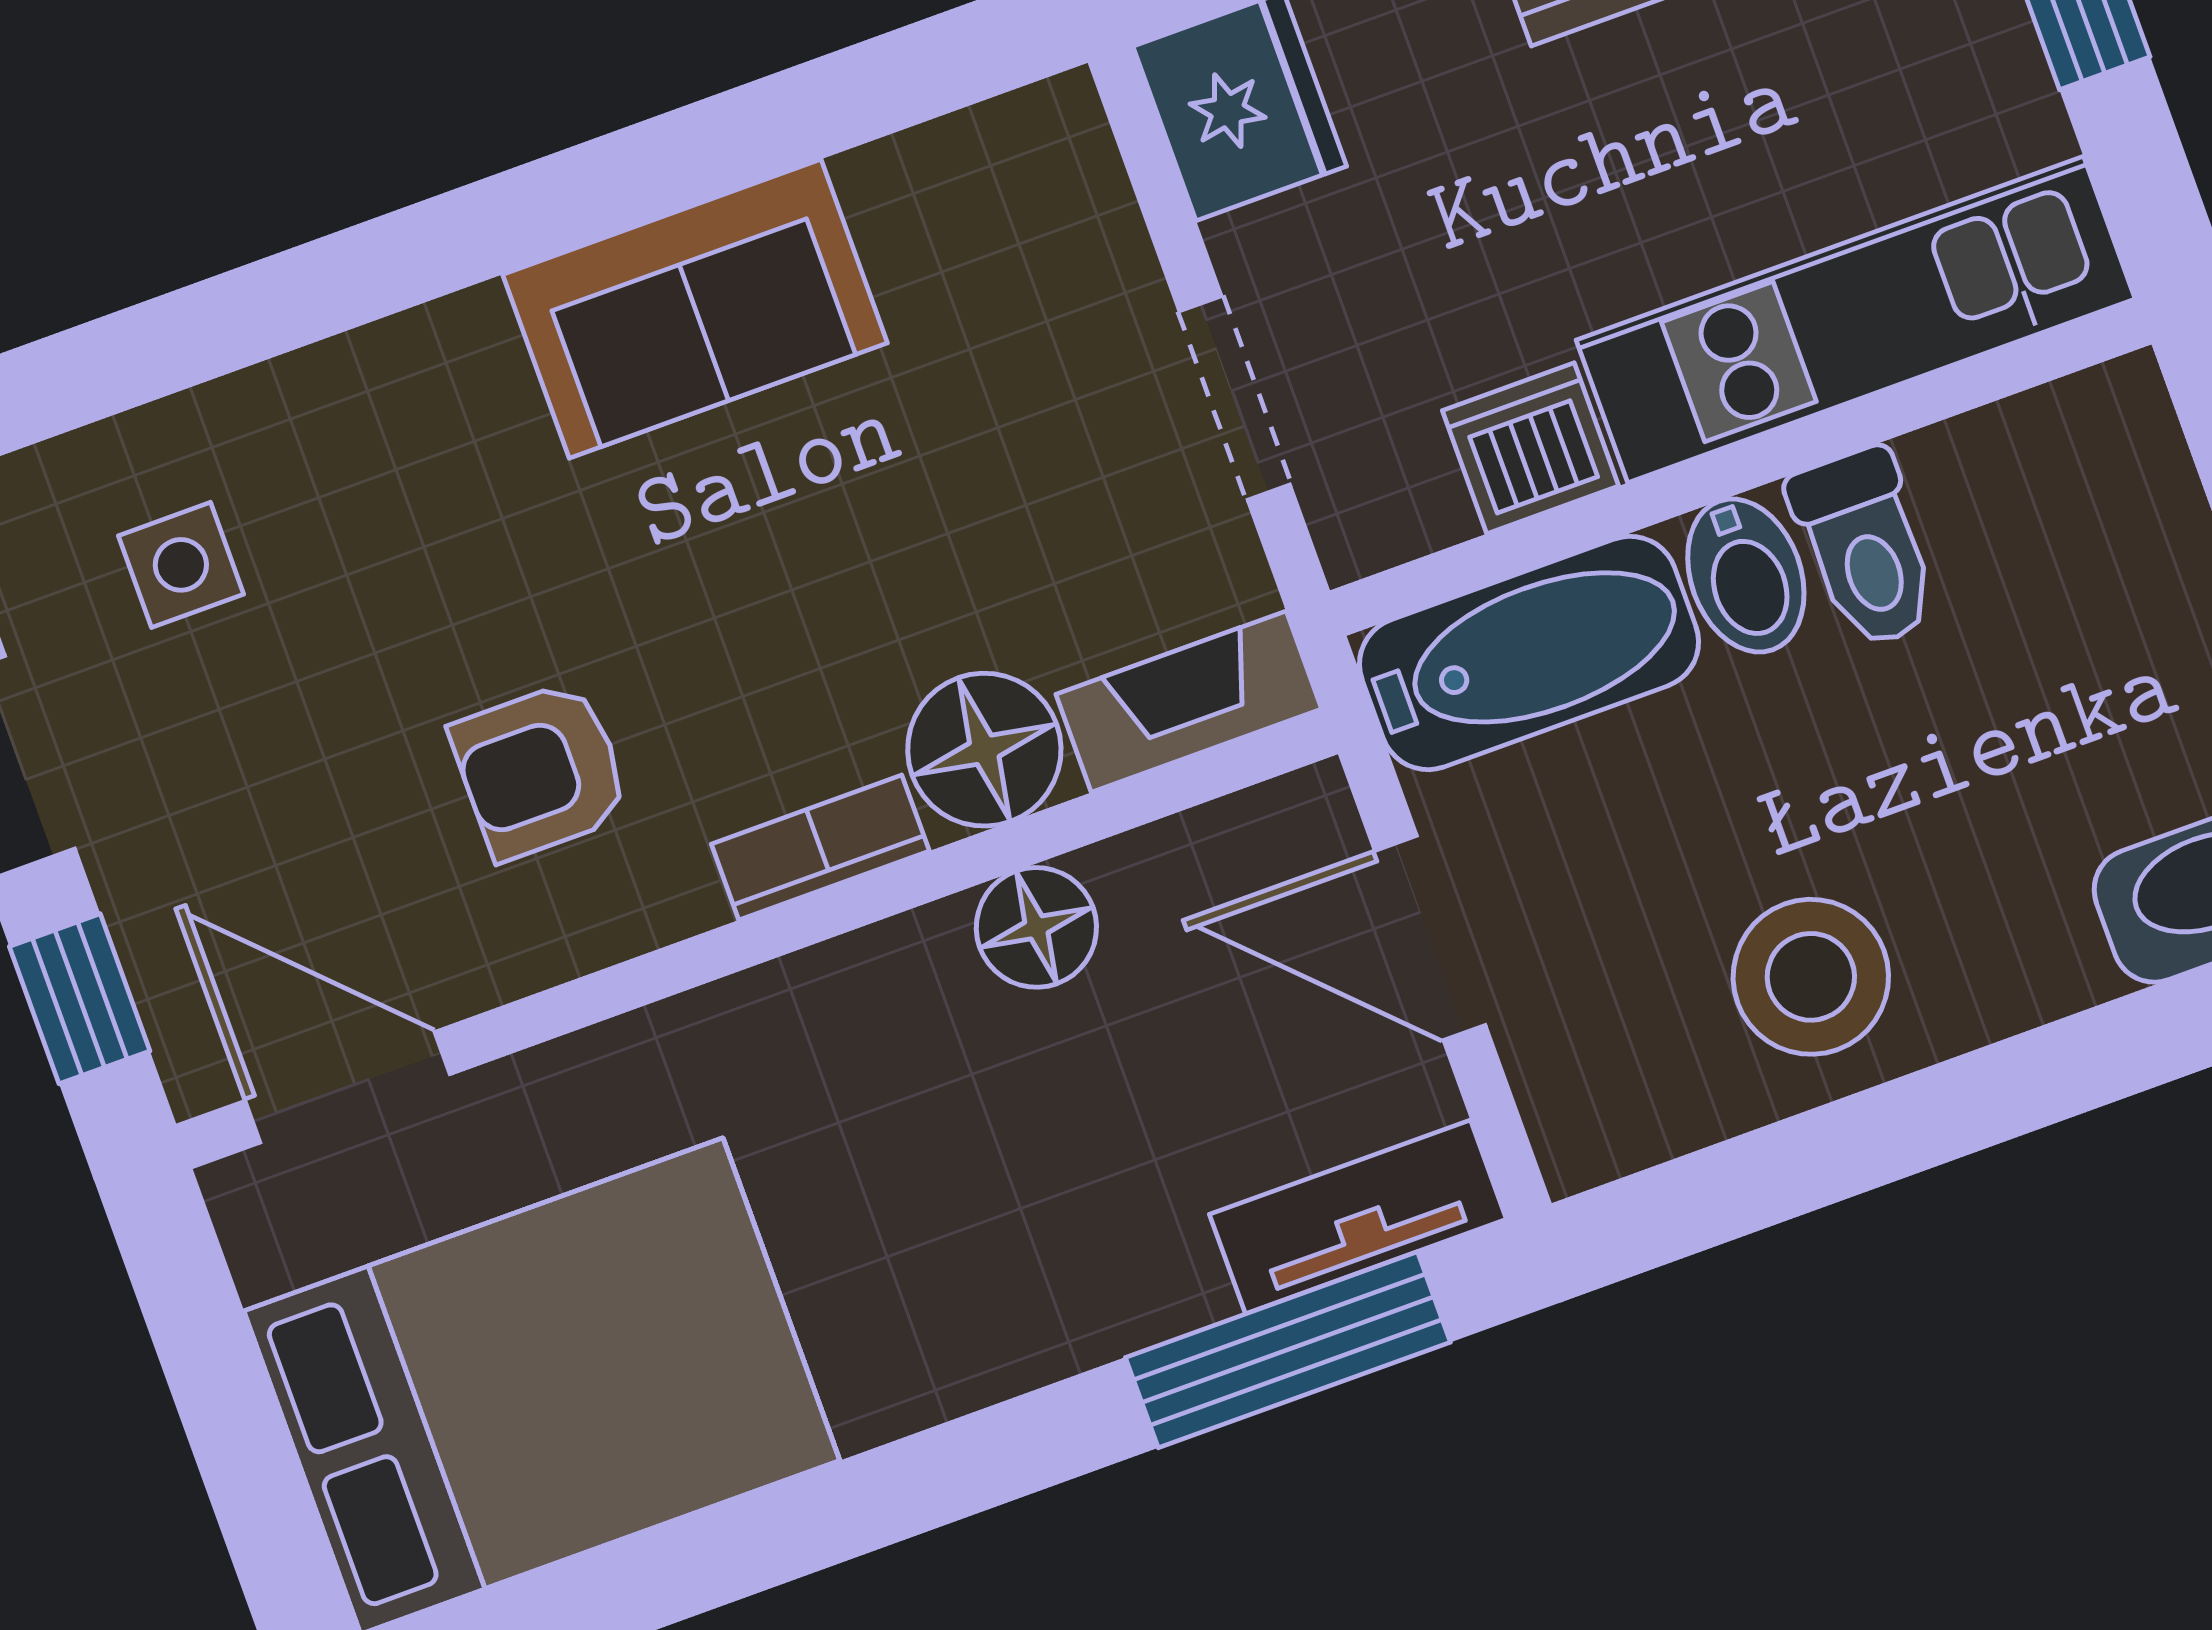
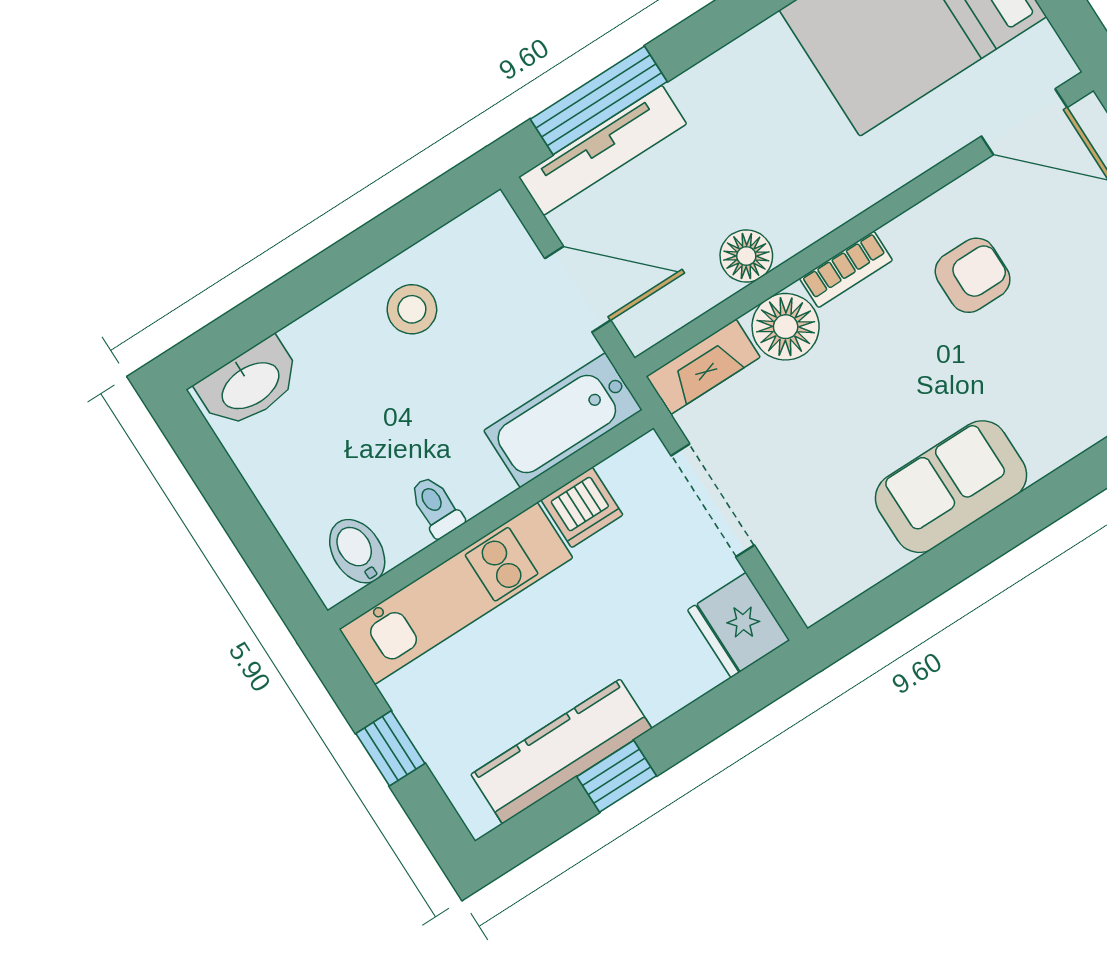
doorway: (1235, 398) -> (713, 500), width x1.38
toilet: (1865, 548) -> (436, 507), width x0.73, depth x0.72
bidet: (1746, 576) -> (357, 551), moved
stool: (1811, 977) -> (412, 309), width x0.73, depth x0.73
tv unit: (1358, 1217) -> (603, 150), width x1.41

